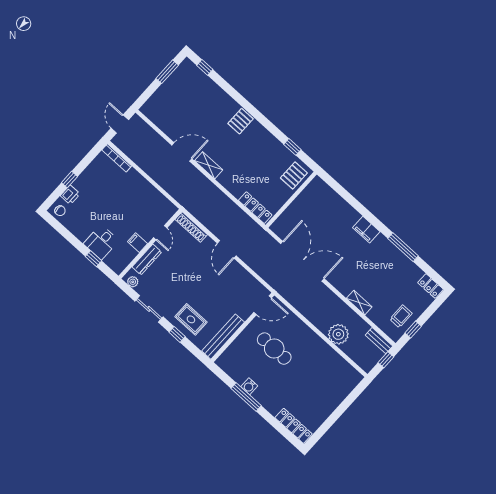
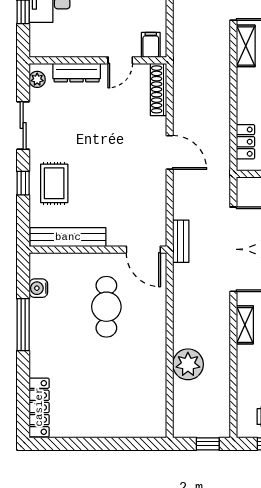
locker: (255, 208) -> (245, 142), width x0.66
filing cabinet: (138, 243) -> (151, 45), moved
door: (227, 249) -> (170, 152), swing flipped
shelving: (359, 303) -> (245, 325), moved
bench: (379, 341) -> (181, 241), moved
water cooler: (249, 386) -> (38, 288), moved

